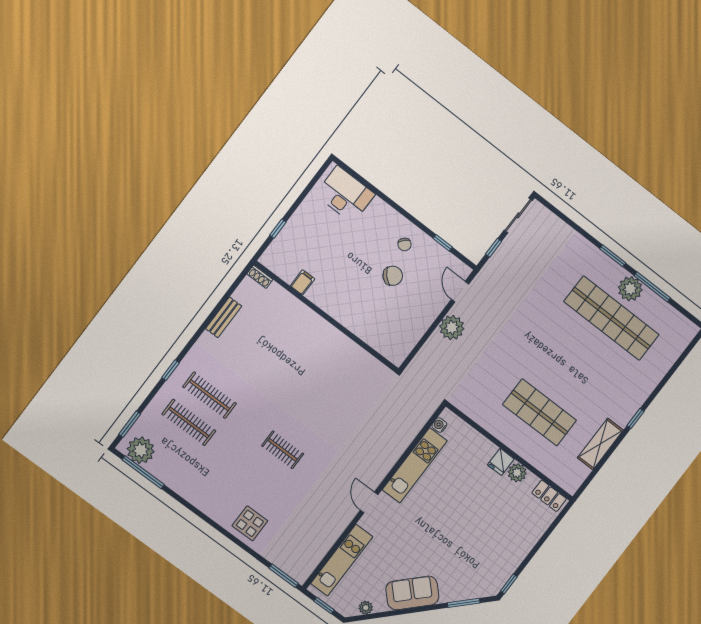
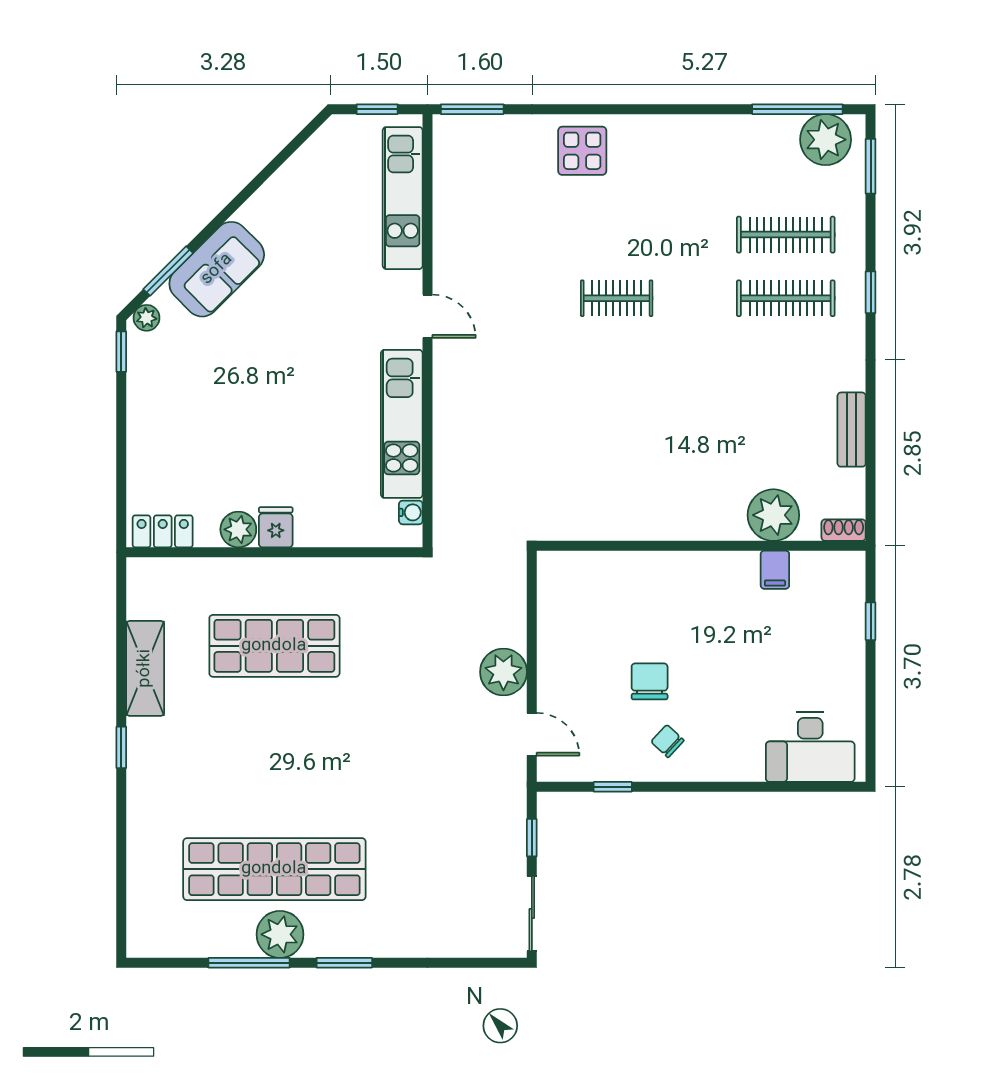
chair: (393, 276) -> (650, 681), turned 135
plant: (285, 306) -> (773, 515), added
sofa: (412, 593) -> (217, 269), moved
plant: (366, 608) -> (147, 318), moved

